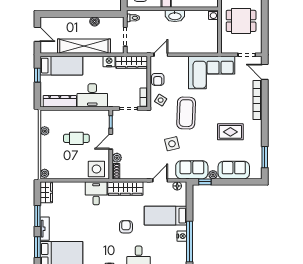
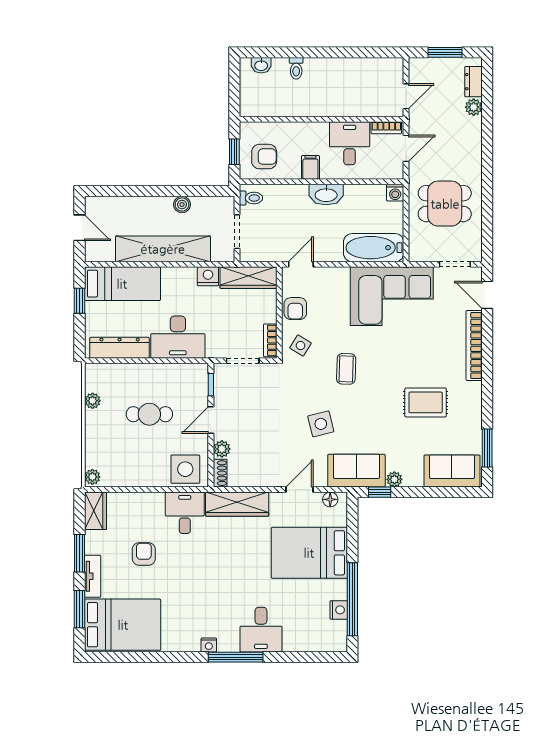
bathtub: (201, 45) -> (374, 248), added
coffee table: (186, 113) -> (346, 369), width x0.54, depth x0.58
sofa: (234, 170) -> (452, 471), moved
bed: (166, 216) -> (309, 553), width x1.50
armchair: (126, 227) -> (144, 554), moved
nightstand: (182, 236) -> (339, 610), moved

